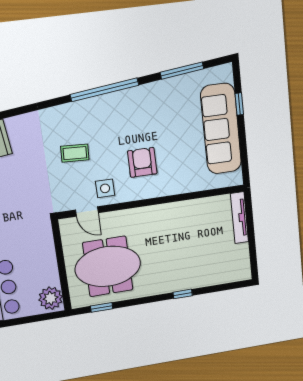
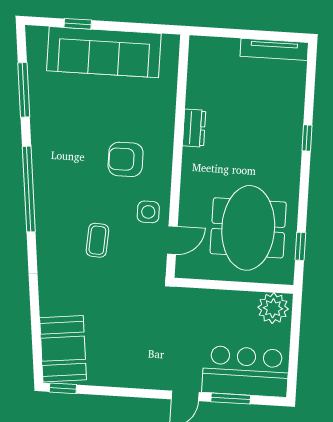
dresser: (175, 210) -> (194, 128), added
tv unit: (239, 218) -> (274, 49), moved

